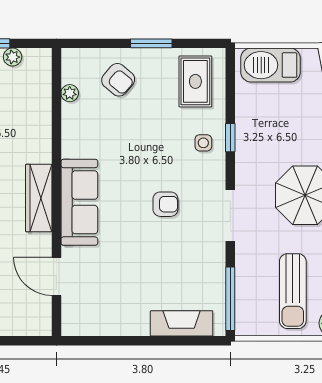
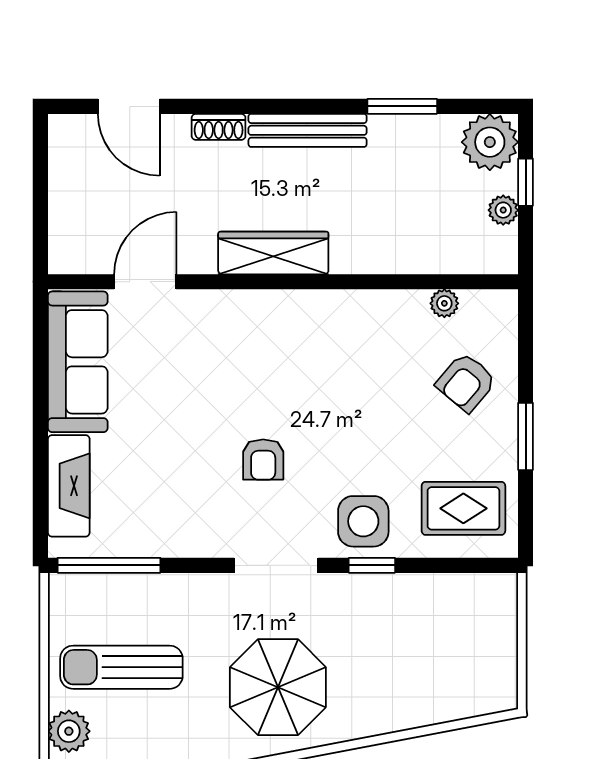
barbecue: (271, 65) -> (490, 631), removed
side table: (203, 143) -> (363, 521), width x1.87, depth x1.87
sofa: (79, 202) -> (78, 362), moved, turned -90
doorway: (230, 216) -> (276, 565), moved

